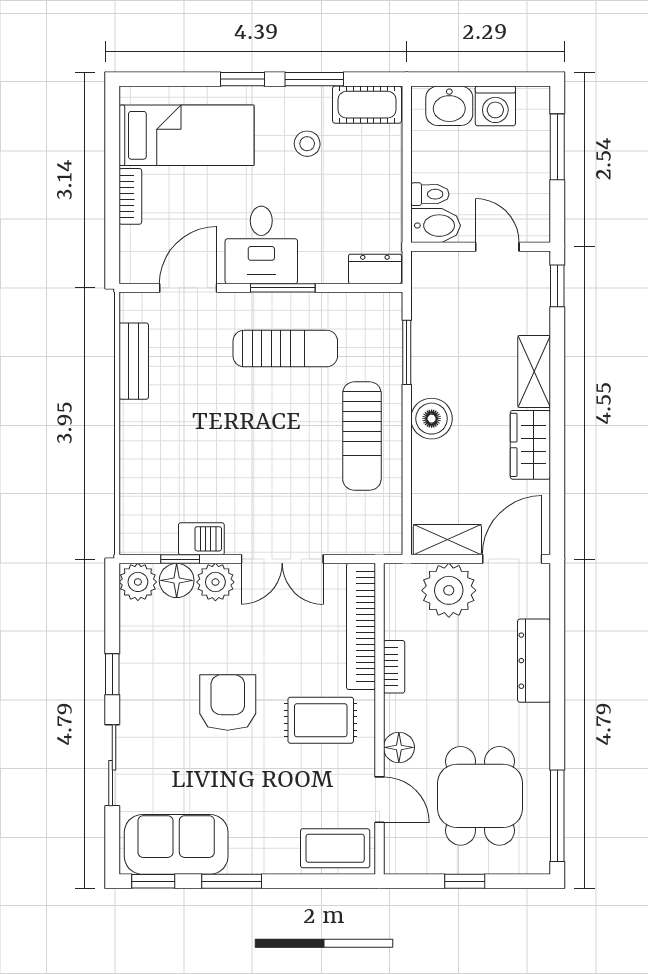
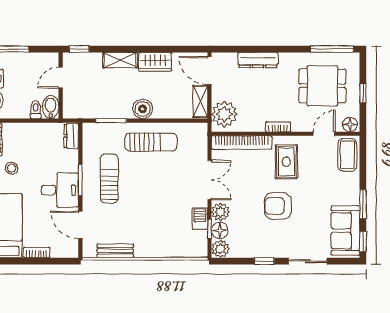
plant: (449, 590) -> (224, 114), moved
bookcase: (394, 667) -> (278, 127), moved
floor lamp: (399, 747) -> (350, 124), moved

